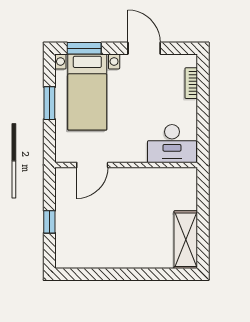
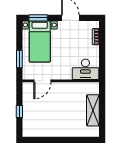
window: (49, 103) -> (19, 59), moved
shelving: (186, 240) -> (93, 110), moved

